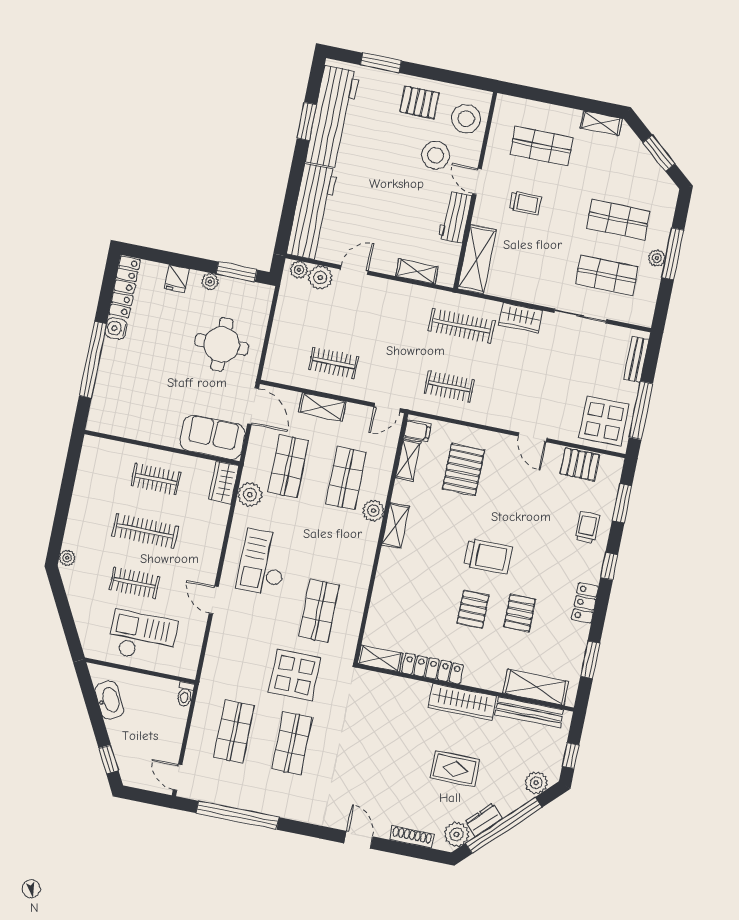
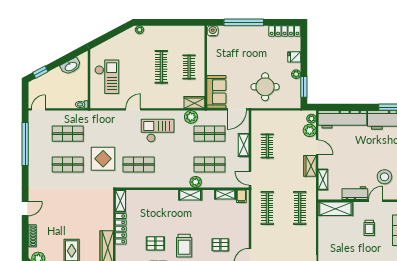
wardrobe: (520, 318) -> (310, 166), moved
water cooler: (116, 329) -> (213, 31), moved
clothes rail: (449, 386) -> (267, 208), width x1.36
pallet: (463, 470) -> (220, 245), moved, width x0.67, depth x0.71
clothes rail: (134, 583) -> (134, 67), removed

